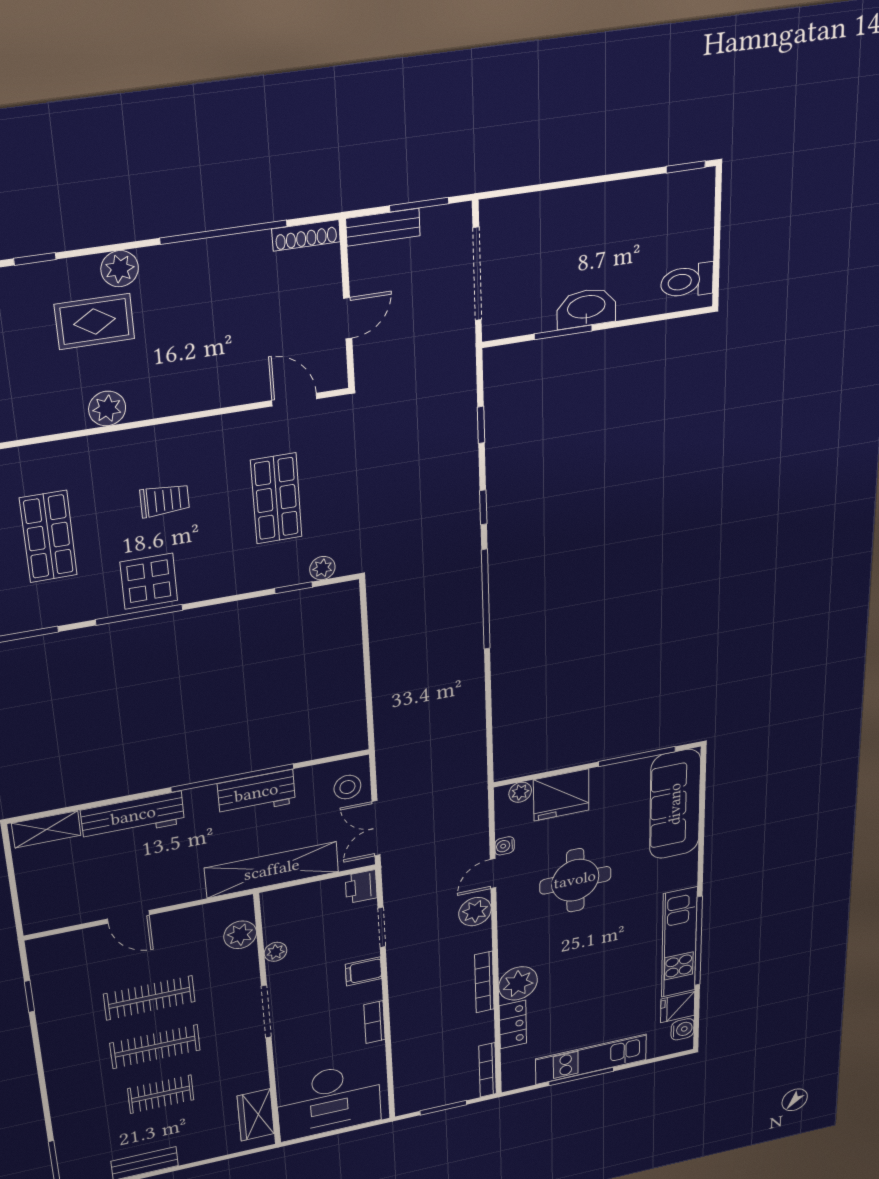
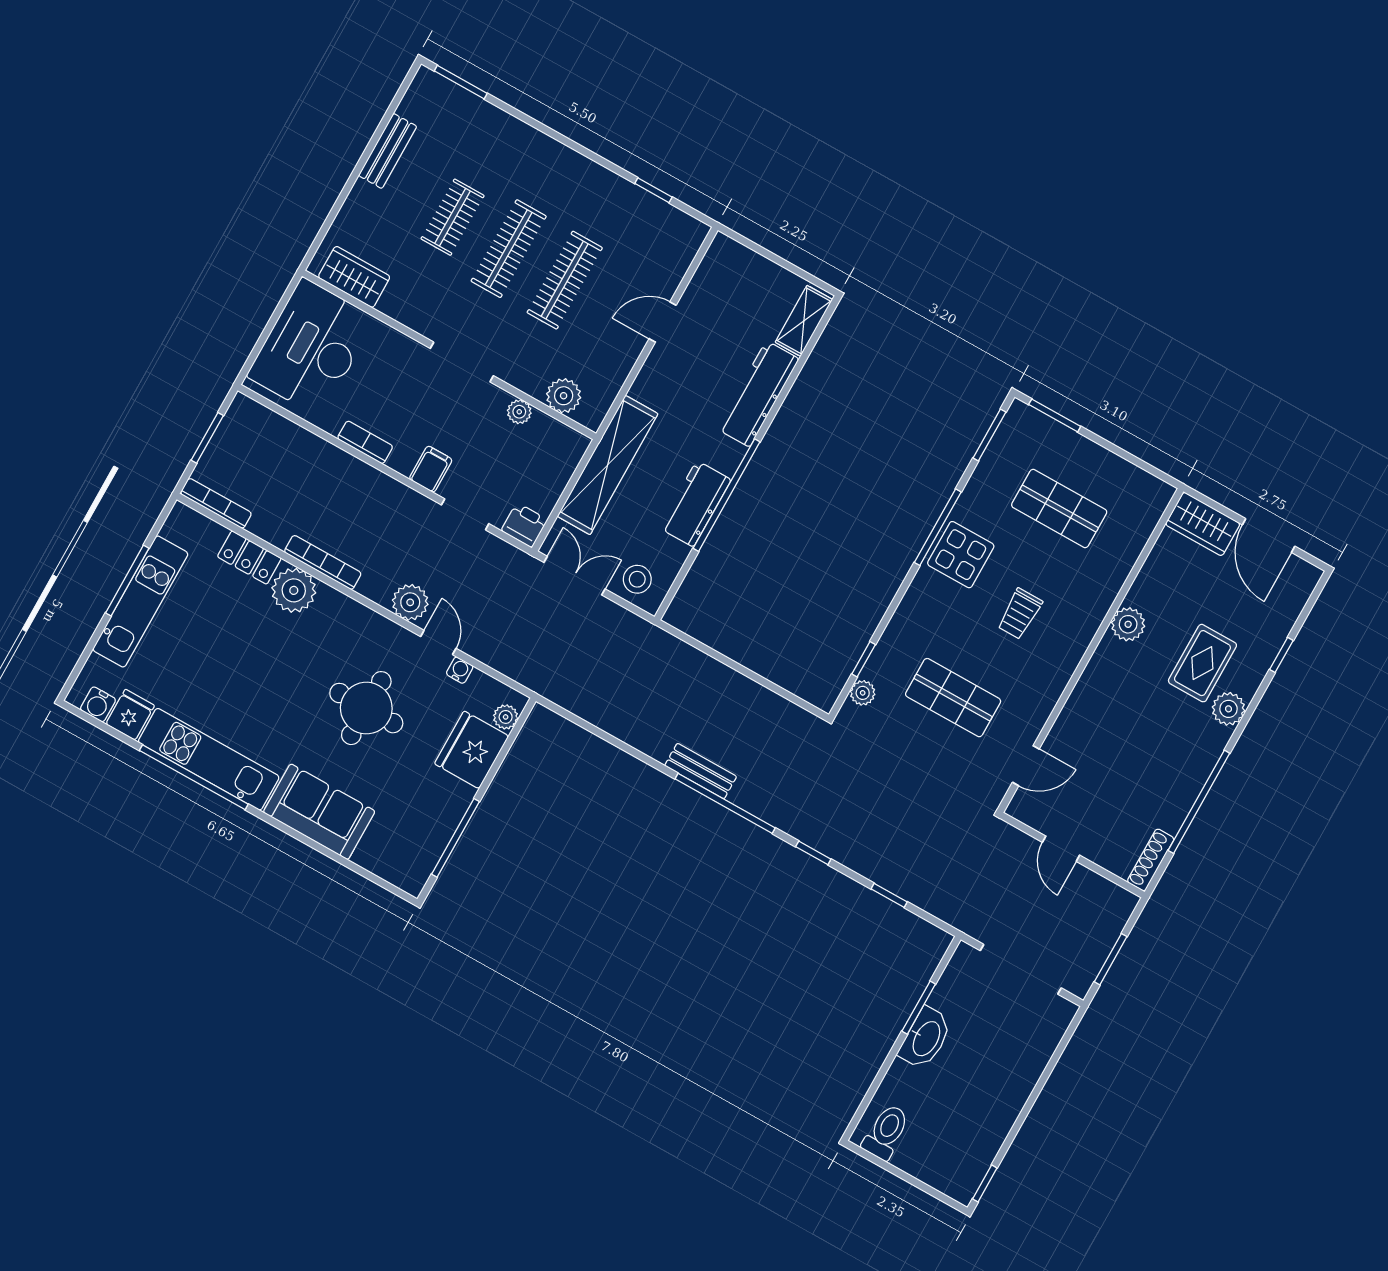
bench: (383, 227) -> (701, 771), moved, turned 90
sofa: (675, 804) -> (319, 812), moved, width x0.73

